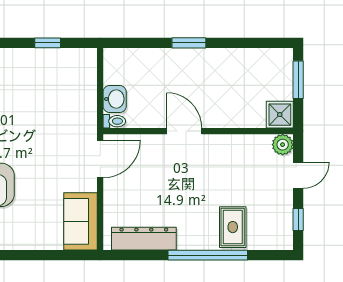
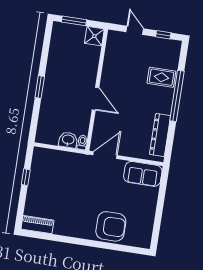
door: (184, 131) -> (95, 99), swing flipped
plant: (283, 145) -> (114, 37), removed
door: (100, 159) -> (105, 155), hinge flipped

